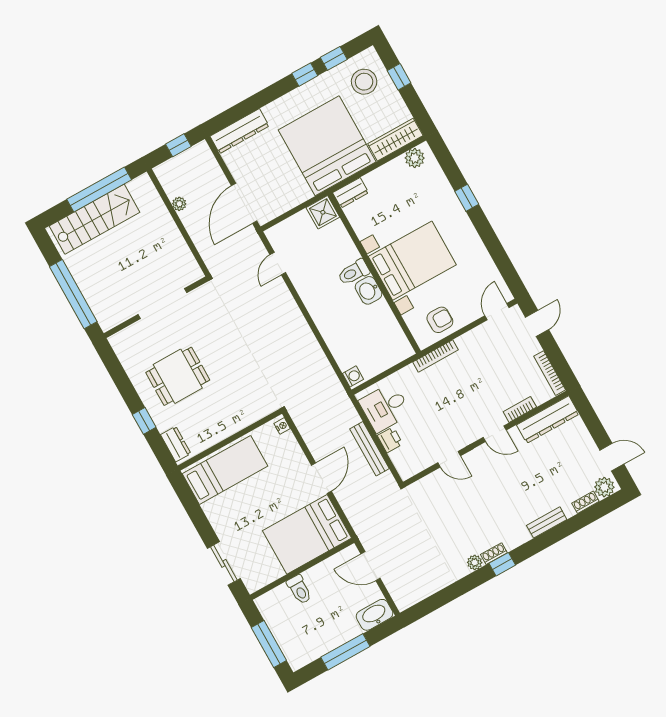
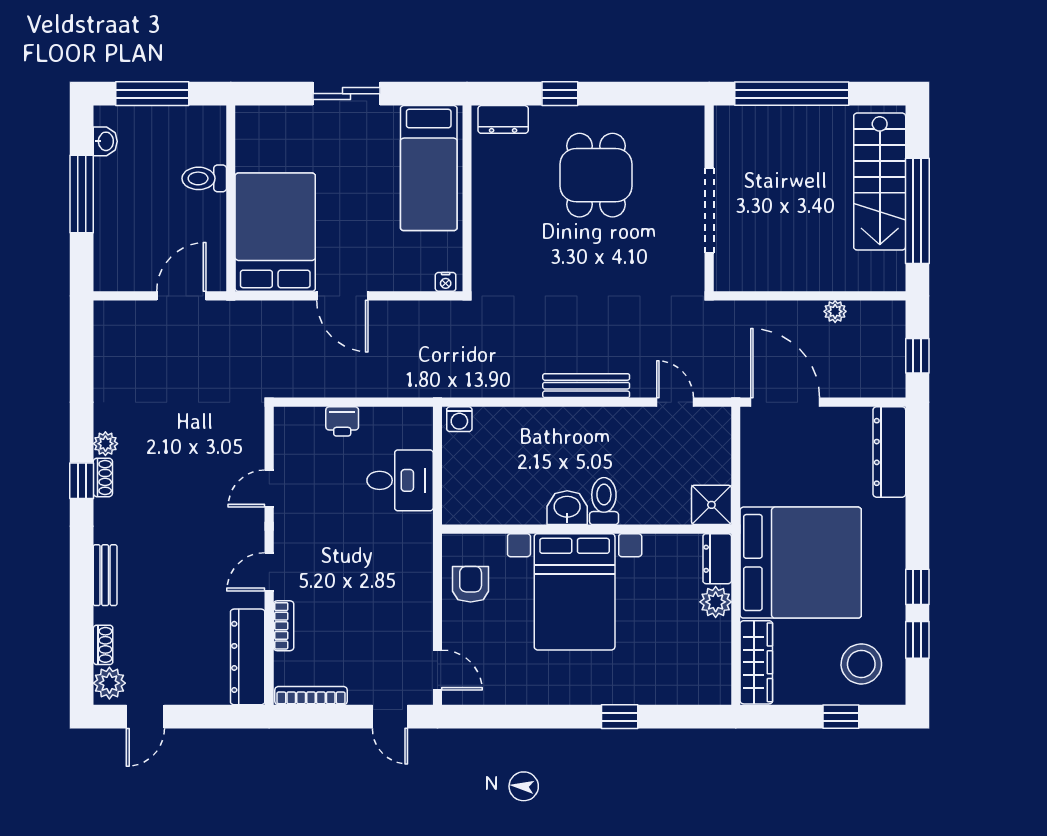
plant: (415, 158) -> (716, 602), moved
armchair: (440, 320) -> (471, 584), turned 180
bookcase: (435, 356) -> (424, 550), removed
desk: (385, 407) -> (400, 480), moved, turned 90
bench: (369, 449) -> (586, 386), moved
sliding door: (224, 563) -> (347, 94), moved
washbasin: (375, 615) -> (105, 141), moved, width x0.52, depth x0.69

